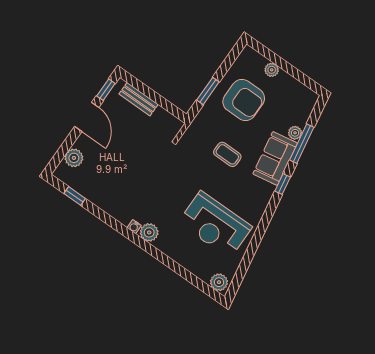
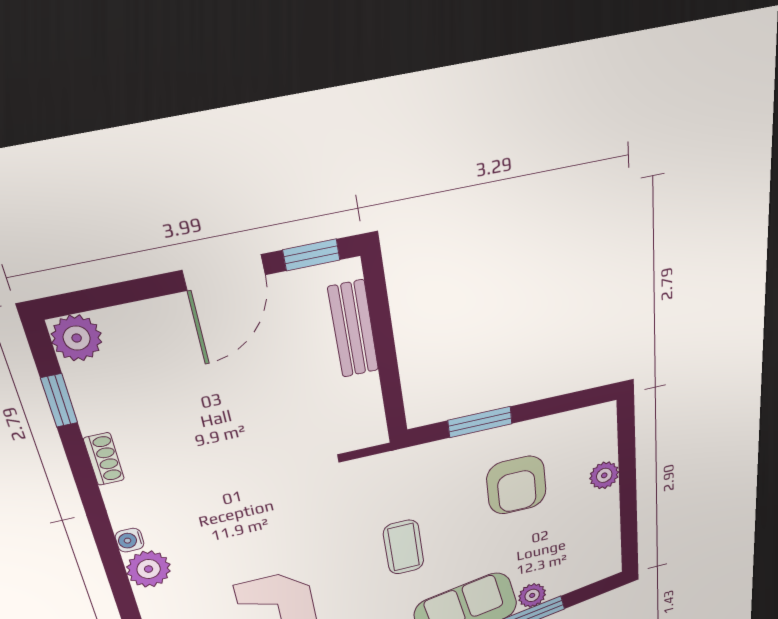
armchair: (244, 100) -> (516, 485), width x0.73, depth x0.73
plant: (74, 158) -> (77, 338), moved
shoe rack: (103, 204) -> (104, 459), added

